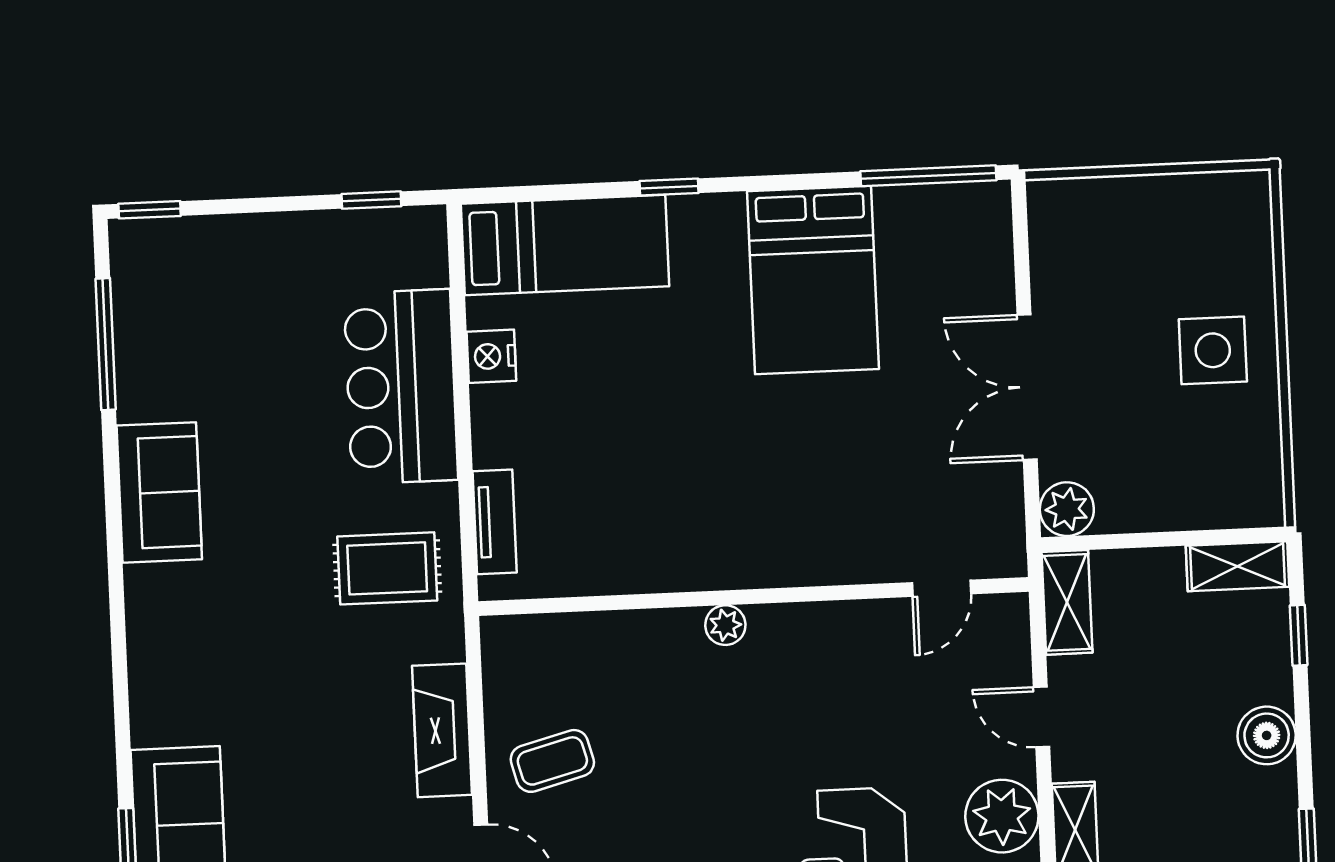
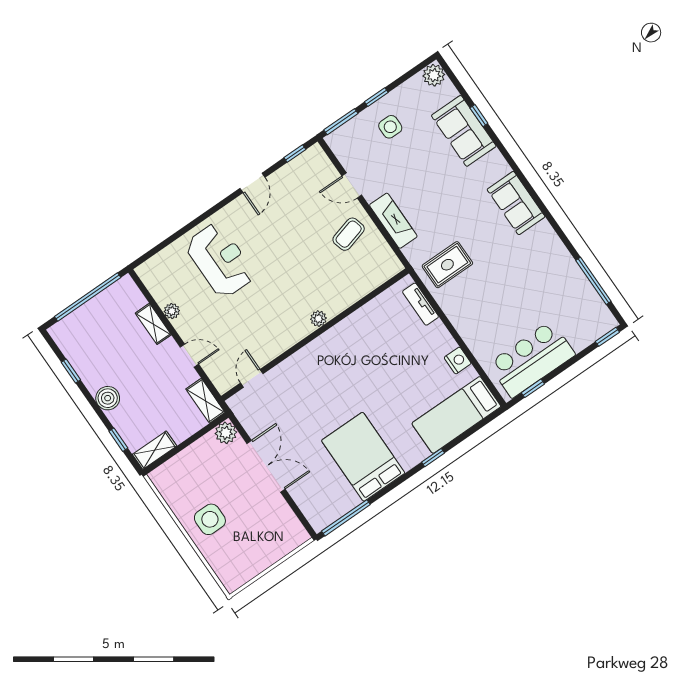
bar counter: (401, 387) -> (532, 359), moved, turned -90
sofa: (159, 492) -> (516, 203), moved
plant: (1002, 816) -> (172, 311), width x0.53, depth x0.53

